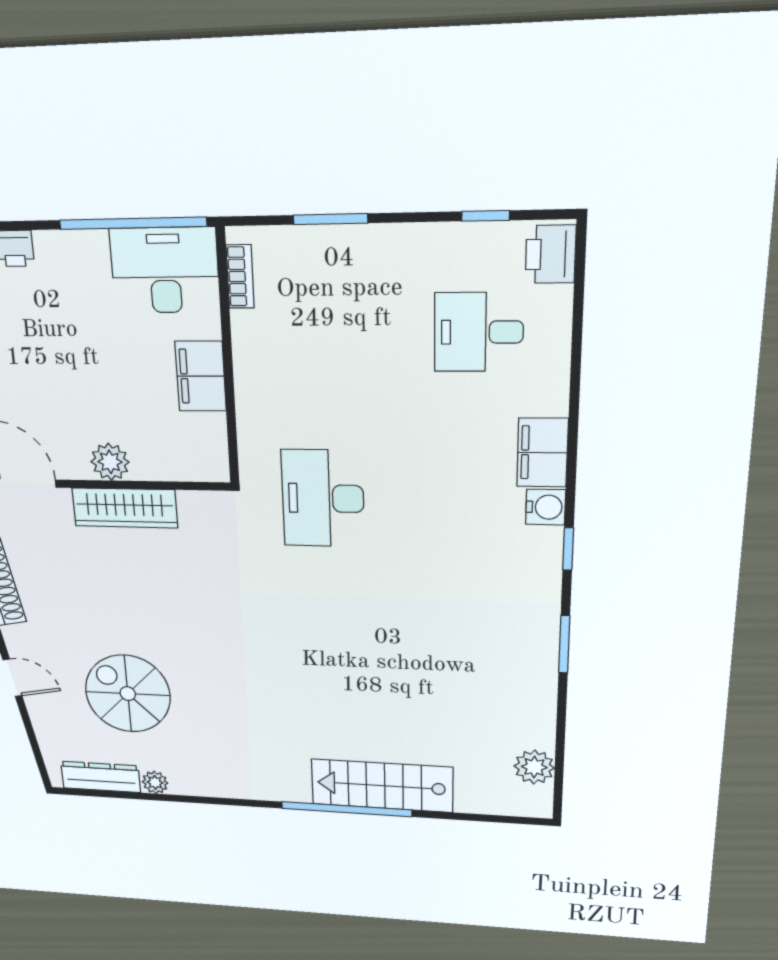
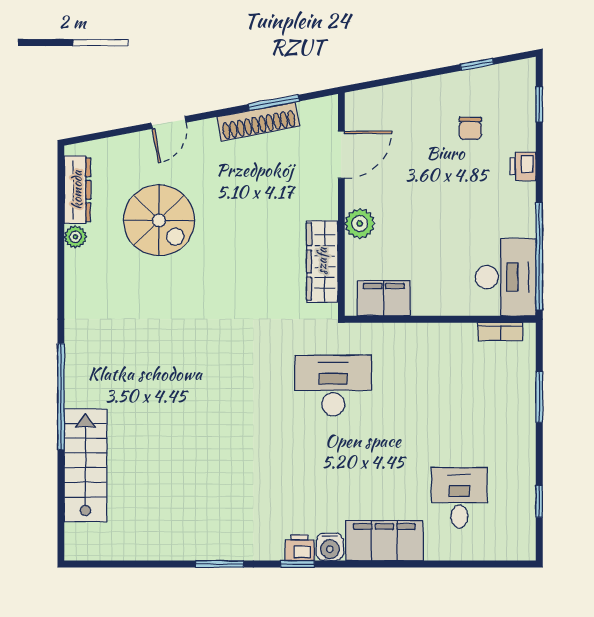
printer: (550, 254) -> (300, 548), moved, width x0.73, depth x0.81
filing cabinet: (201, 376) -> (384, 298), moved
filing cabinet: (542, 453) -> (384, 541), width x1.50, depth x1.17
wardrobe: (125, 508) -> (322, 261), moved
spiral stairs: (128, 694) -> (159, 220), turned 90
plant: (534, 767) -> (111, 545), removed
stairs: (382, 786) -> (86, 465), moved

